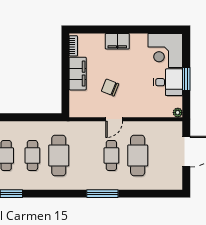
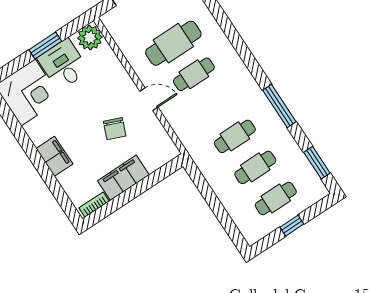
plant: (178, 113) -> (90, 38), width x1.87, depth x1.87
cafe table: (59, 155) -> (235, 136), width x0.73, depth x0.74
window: (102, 194) -> (279, 106), moved

